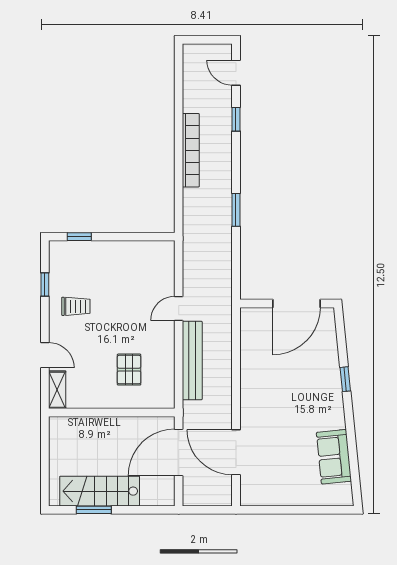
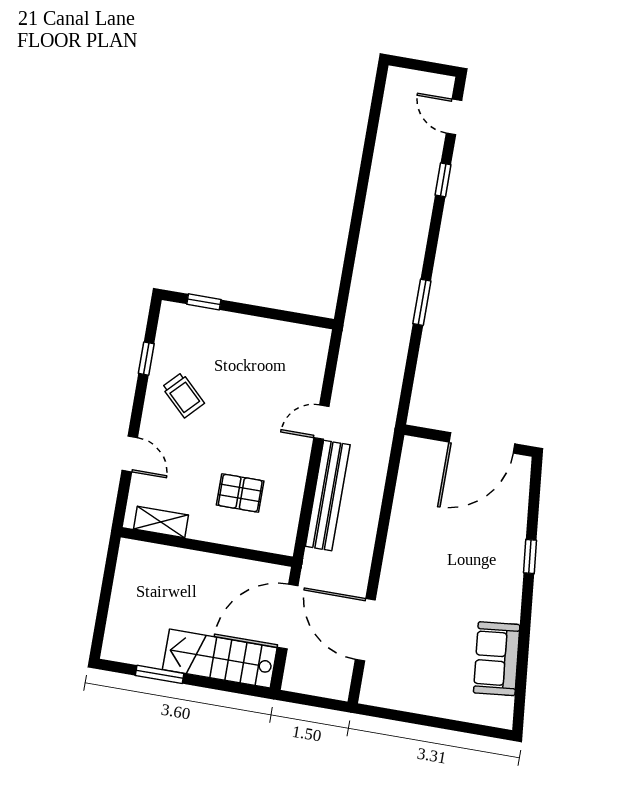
bookcase: (191, 150) -> (375, 211), removed
trolley: (76, 306) -> (183, 395), turned 44
pallet: (129, 370) -> (240, 493), turned 90
shelving: (57, 390) -> (161, 522), moved, turned 90
stairs: (100, 491) -> (220, 659), moved

